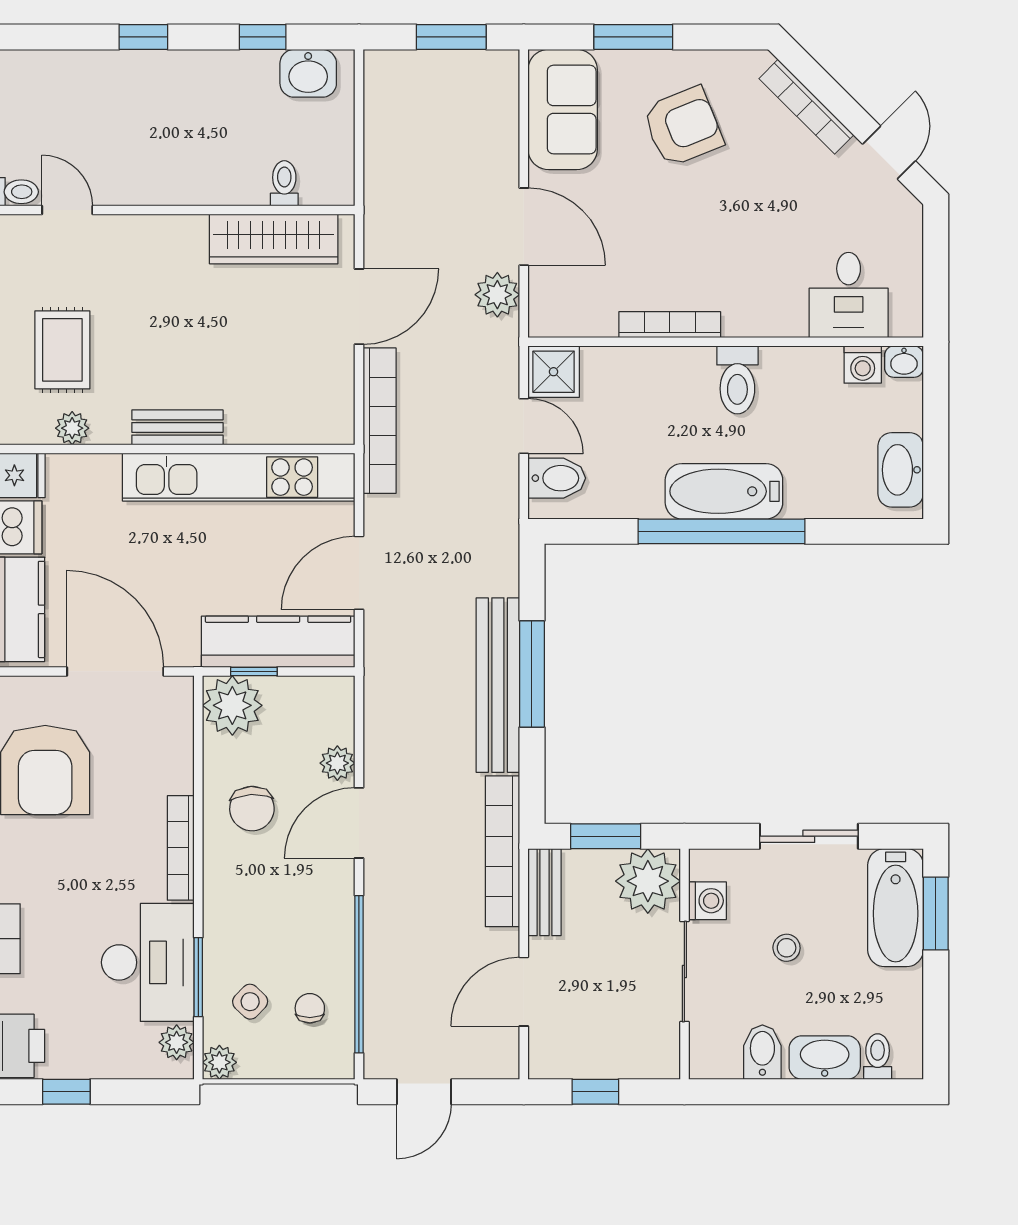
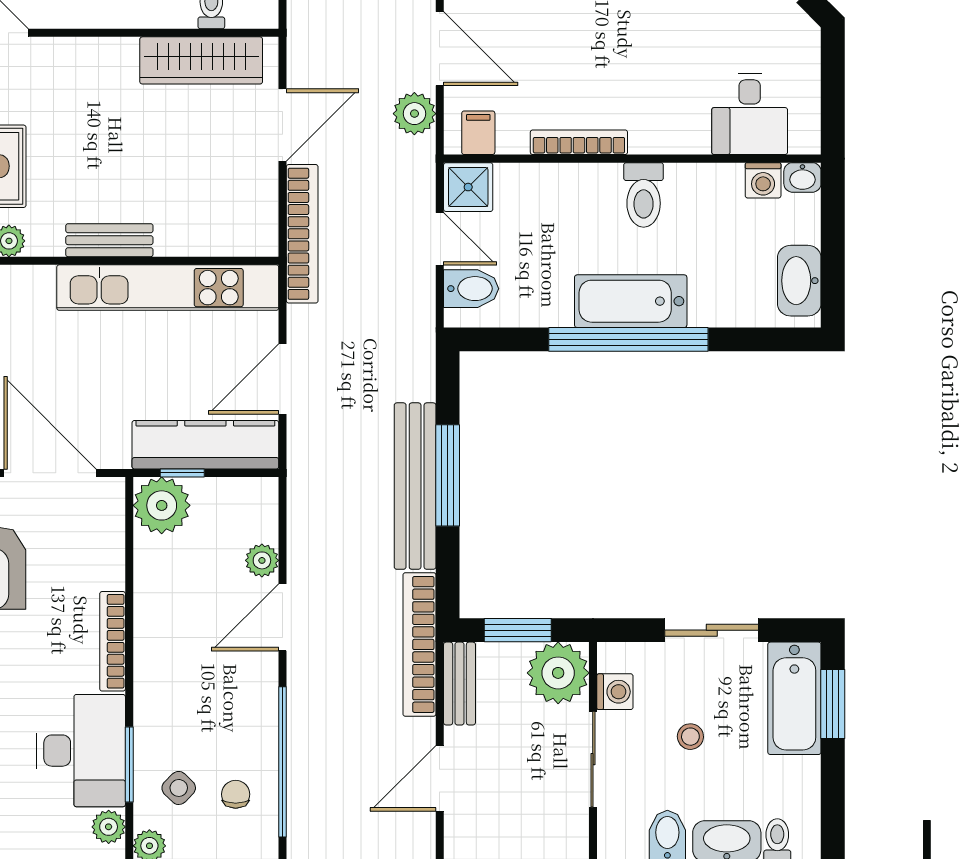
filing cabinet: (564, 315) -> (478, 133), added
chair: (252, 809) -> (180, 604), removed

